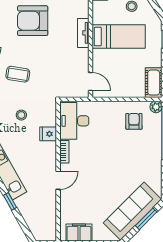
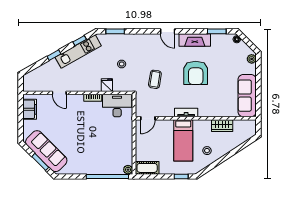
armchair: (33, 21) -> (196, 73), turned 180
coffee table: (18, 74) -> (155, 79), moved
armchair: (134, 121) -> (117, 152), removed
door: (58, 180) -> (59, 93), moved

